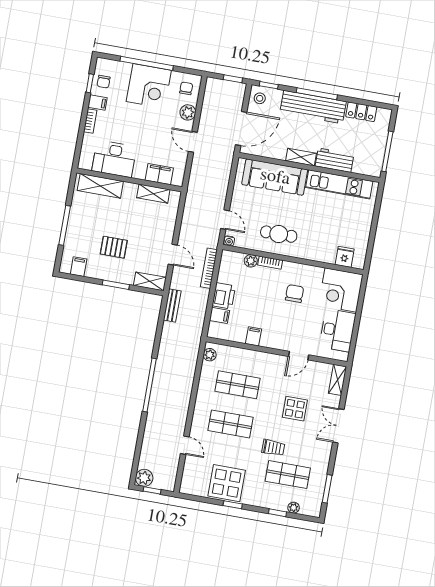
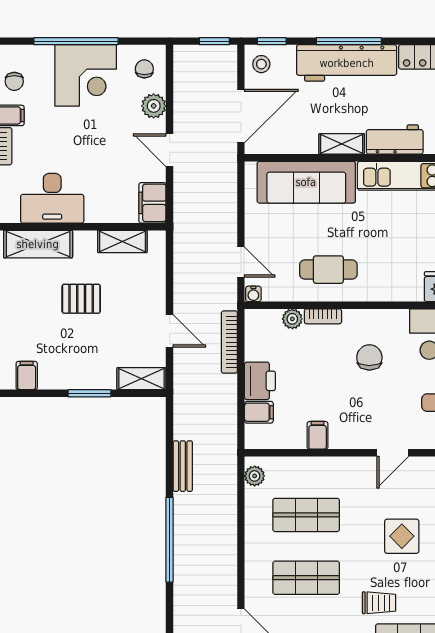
filing cabinet: (159, 174) -> (152, 203), moved, turned -90
pallet: (114, 247) -> (81, 299), moved
bench: (172, 306) -> (183, 466), moved

